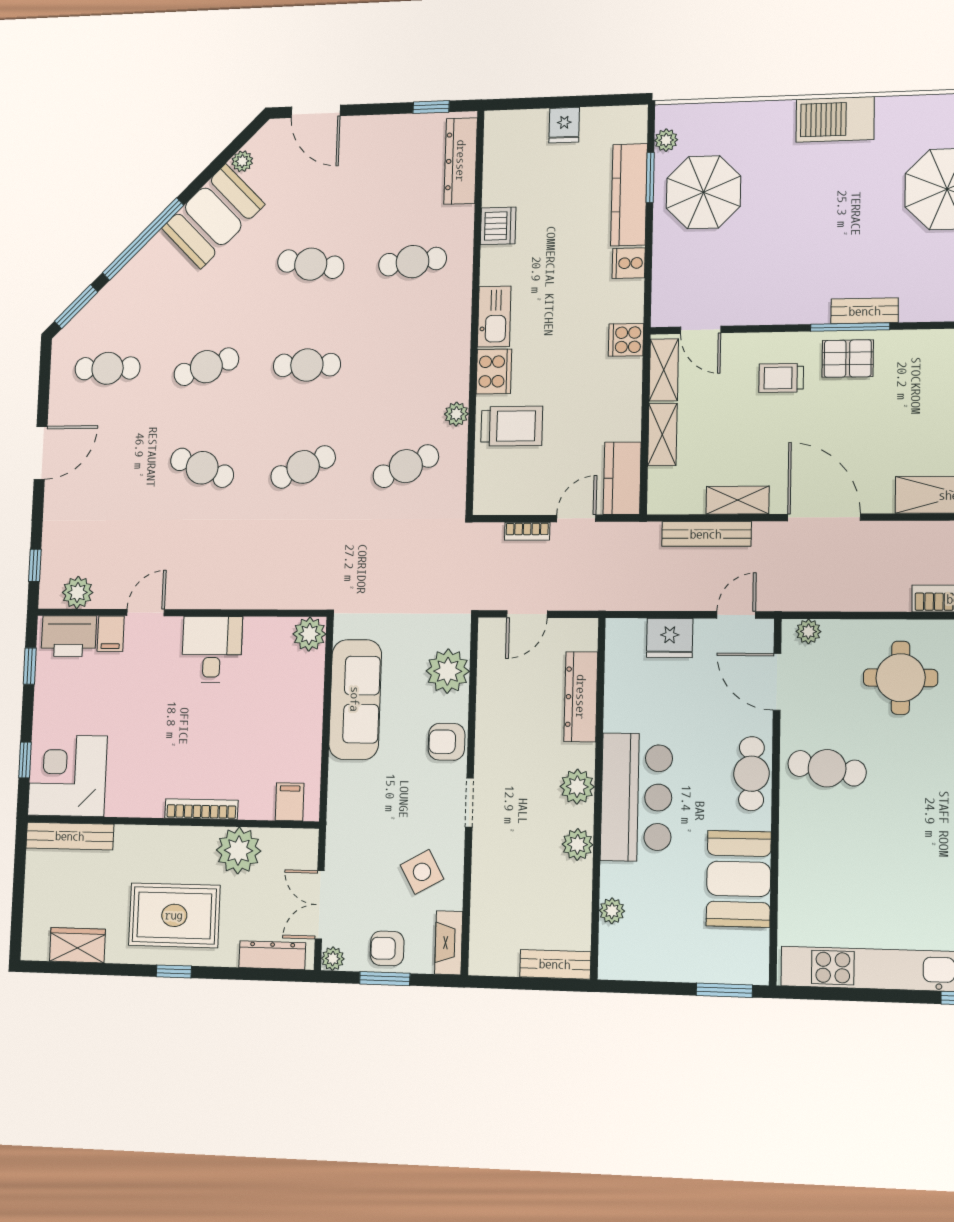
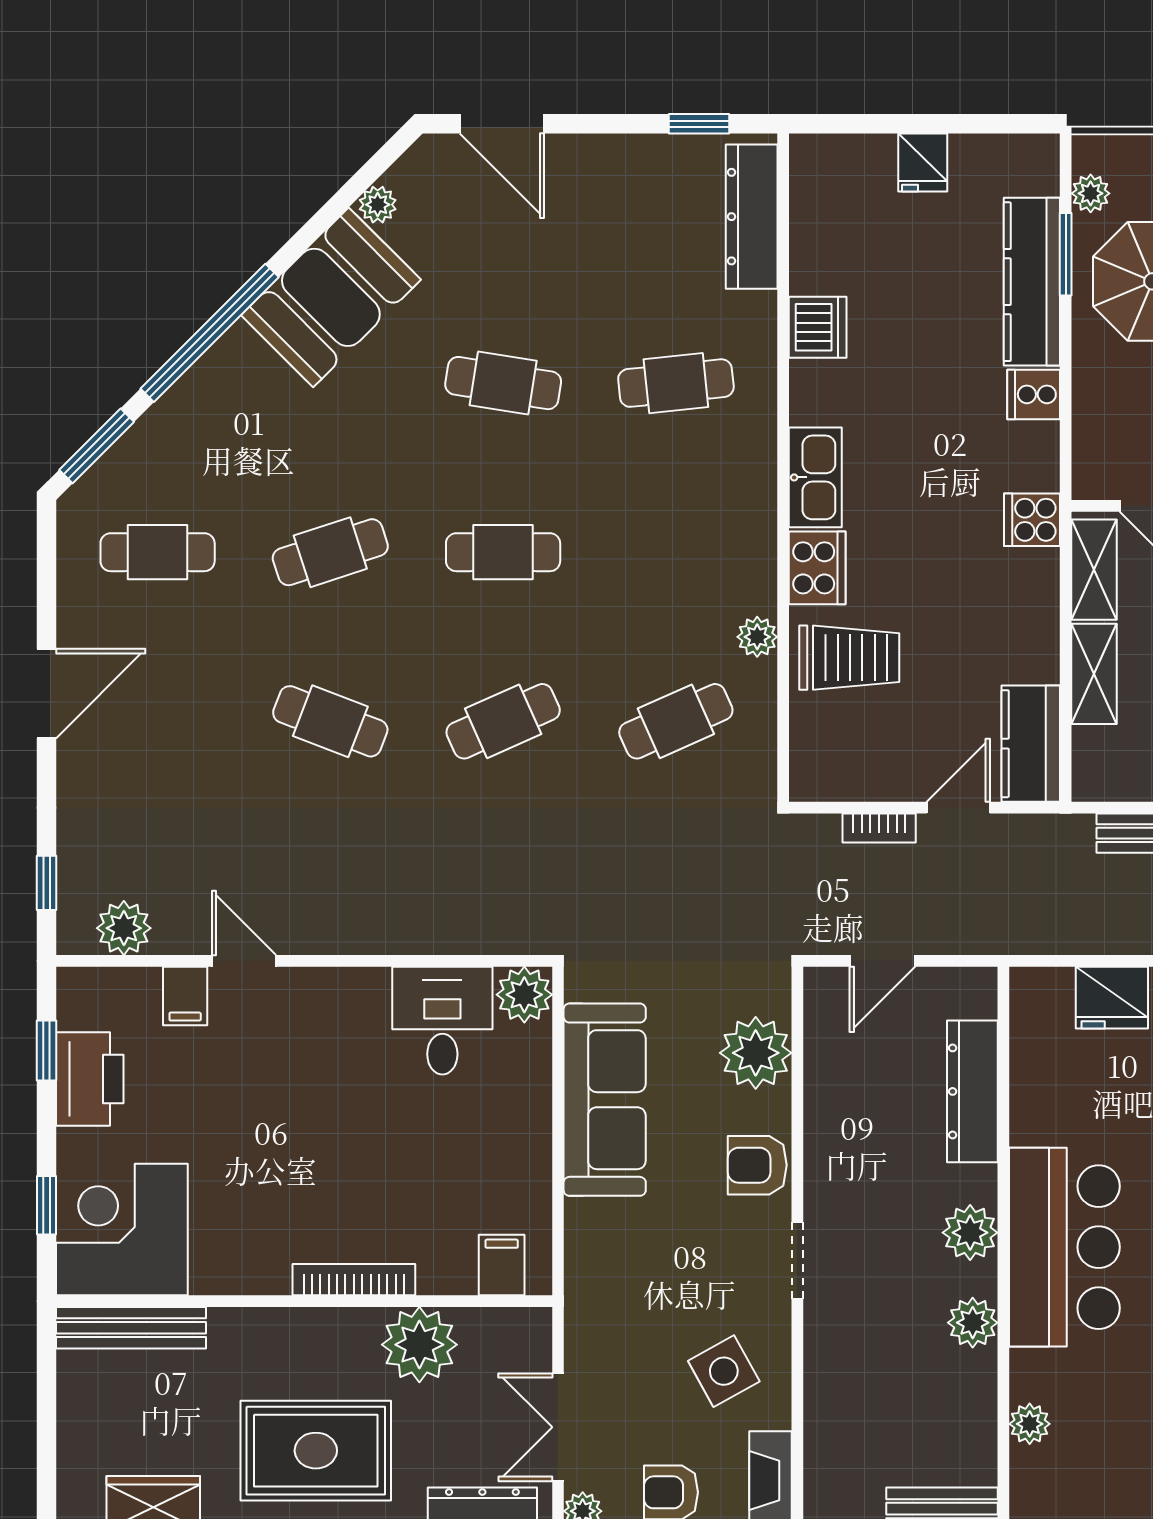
door: (146, 613) -> (244, 961), hinge flipped
printer: (69, 636) -> (90, 1079), moved, turned -90
desk: (212, 649) -> (442, 1021), moved

